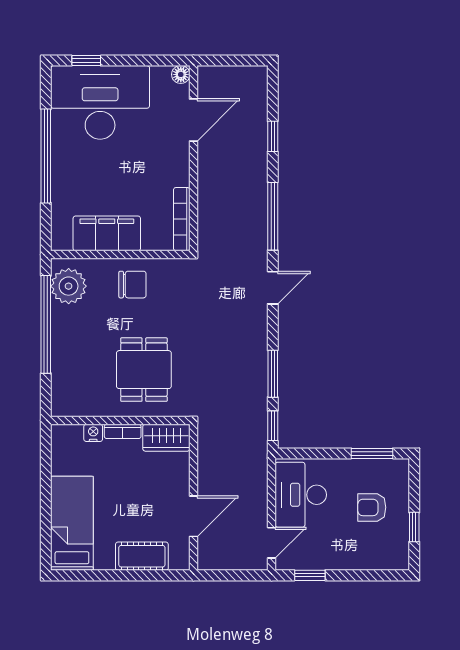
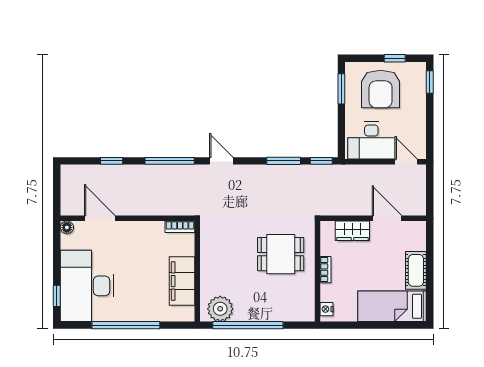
bookcase: (182, 219) -> (180, 227), width x0.64
chair: (132, 285) -> (219, 262), removed
nightstand: (93, 433) -> (326, 309), moved
wardrobe: (166, 438) -> (352, 231), moved, turned 90
armchair: (372, 507) -> (381, 89), width x1.88, depth x1.88
cot: (142, 556) -> (416, 270), moved
window: (310, 575) -> (430, 82), moved

